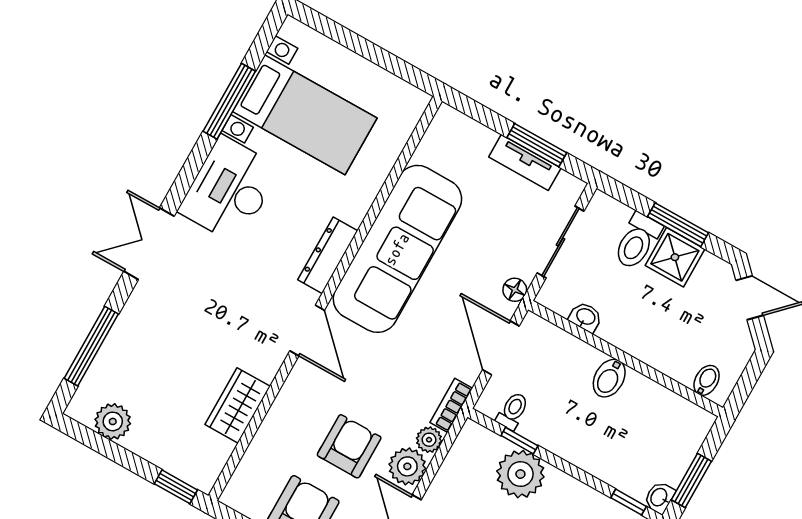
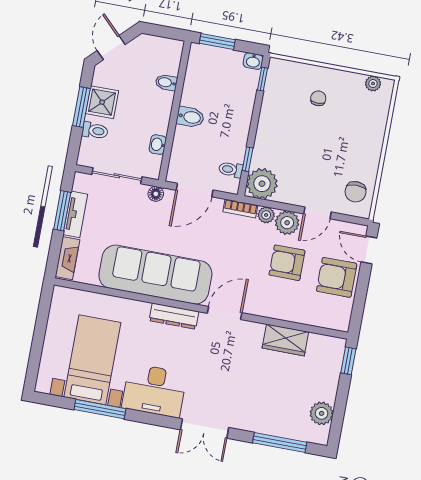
fireplace: (465, 129) -> (68, 258), added
toilet: (637, 241) -> (95, 131), width x0.73, depth x0.72
bidet: (707, 380) -> (166, 82), moved
plant: (520, 474) -> (262, 184), moved
window: (691, 481) -> (217, 41), moved

